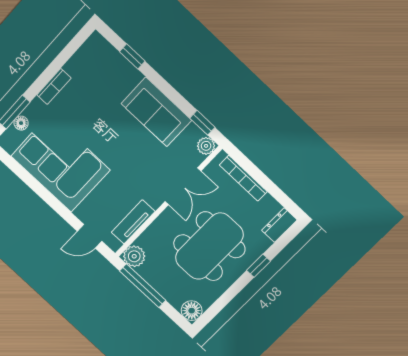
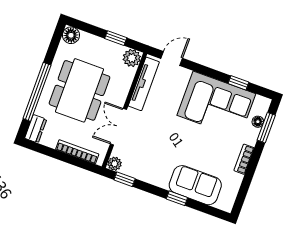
window: (132, 56) -> (177, 198), moved
sofa: (156, 112) -> (195, 185), moved
window: (25, 177) -> (238, 83), added
tv unit: (133, 222) -> (144, 84), width x1.41
window: (259, 266) -> (37, 92), width x3.17
window: (143, 286) -> (116, 38), width x0.46

